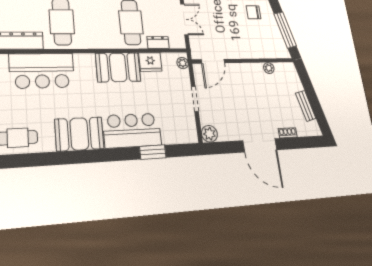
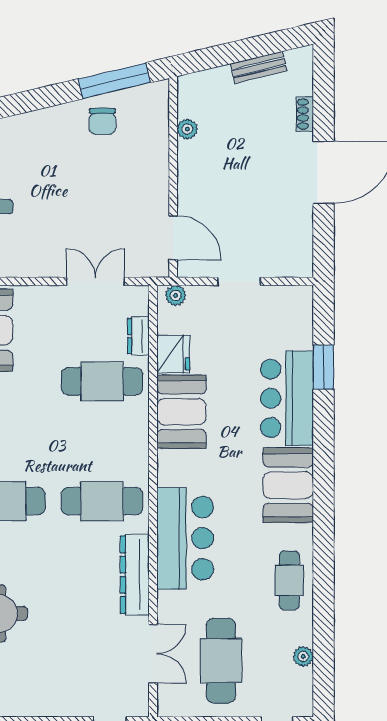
chair: (254, 12) -> (102, 121), moved
plant: (209, 134) -> (299, 263), removed

